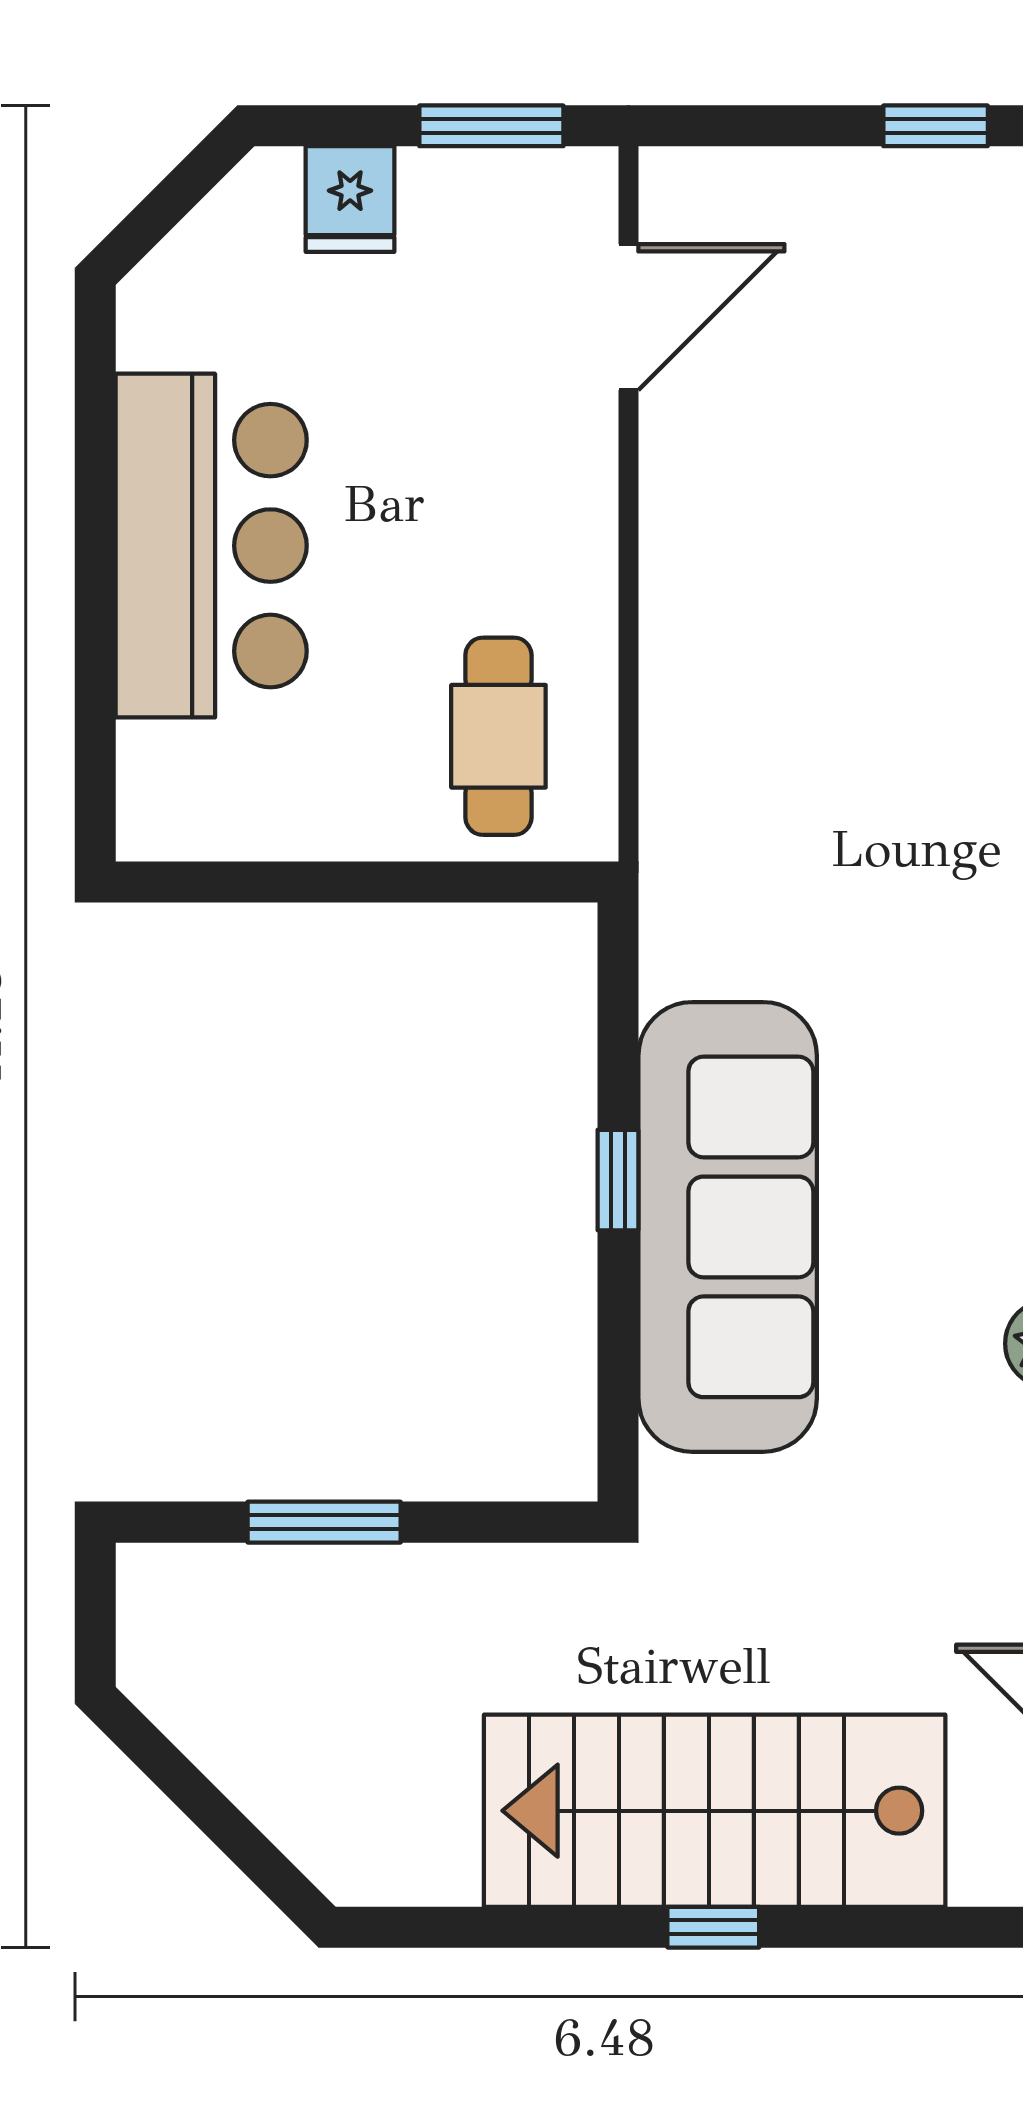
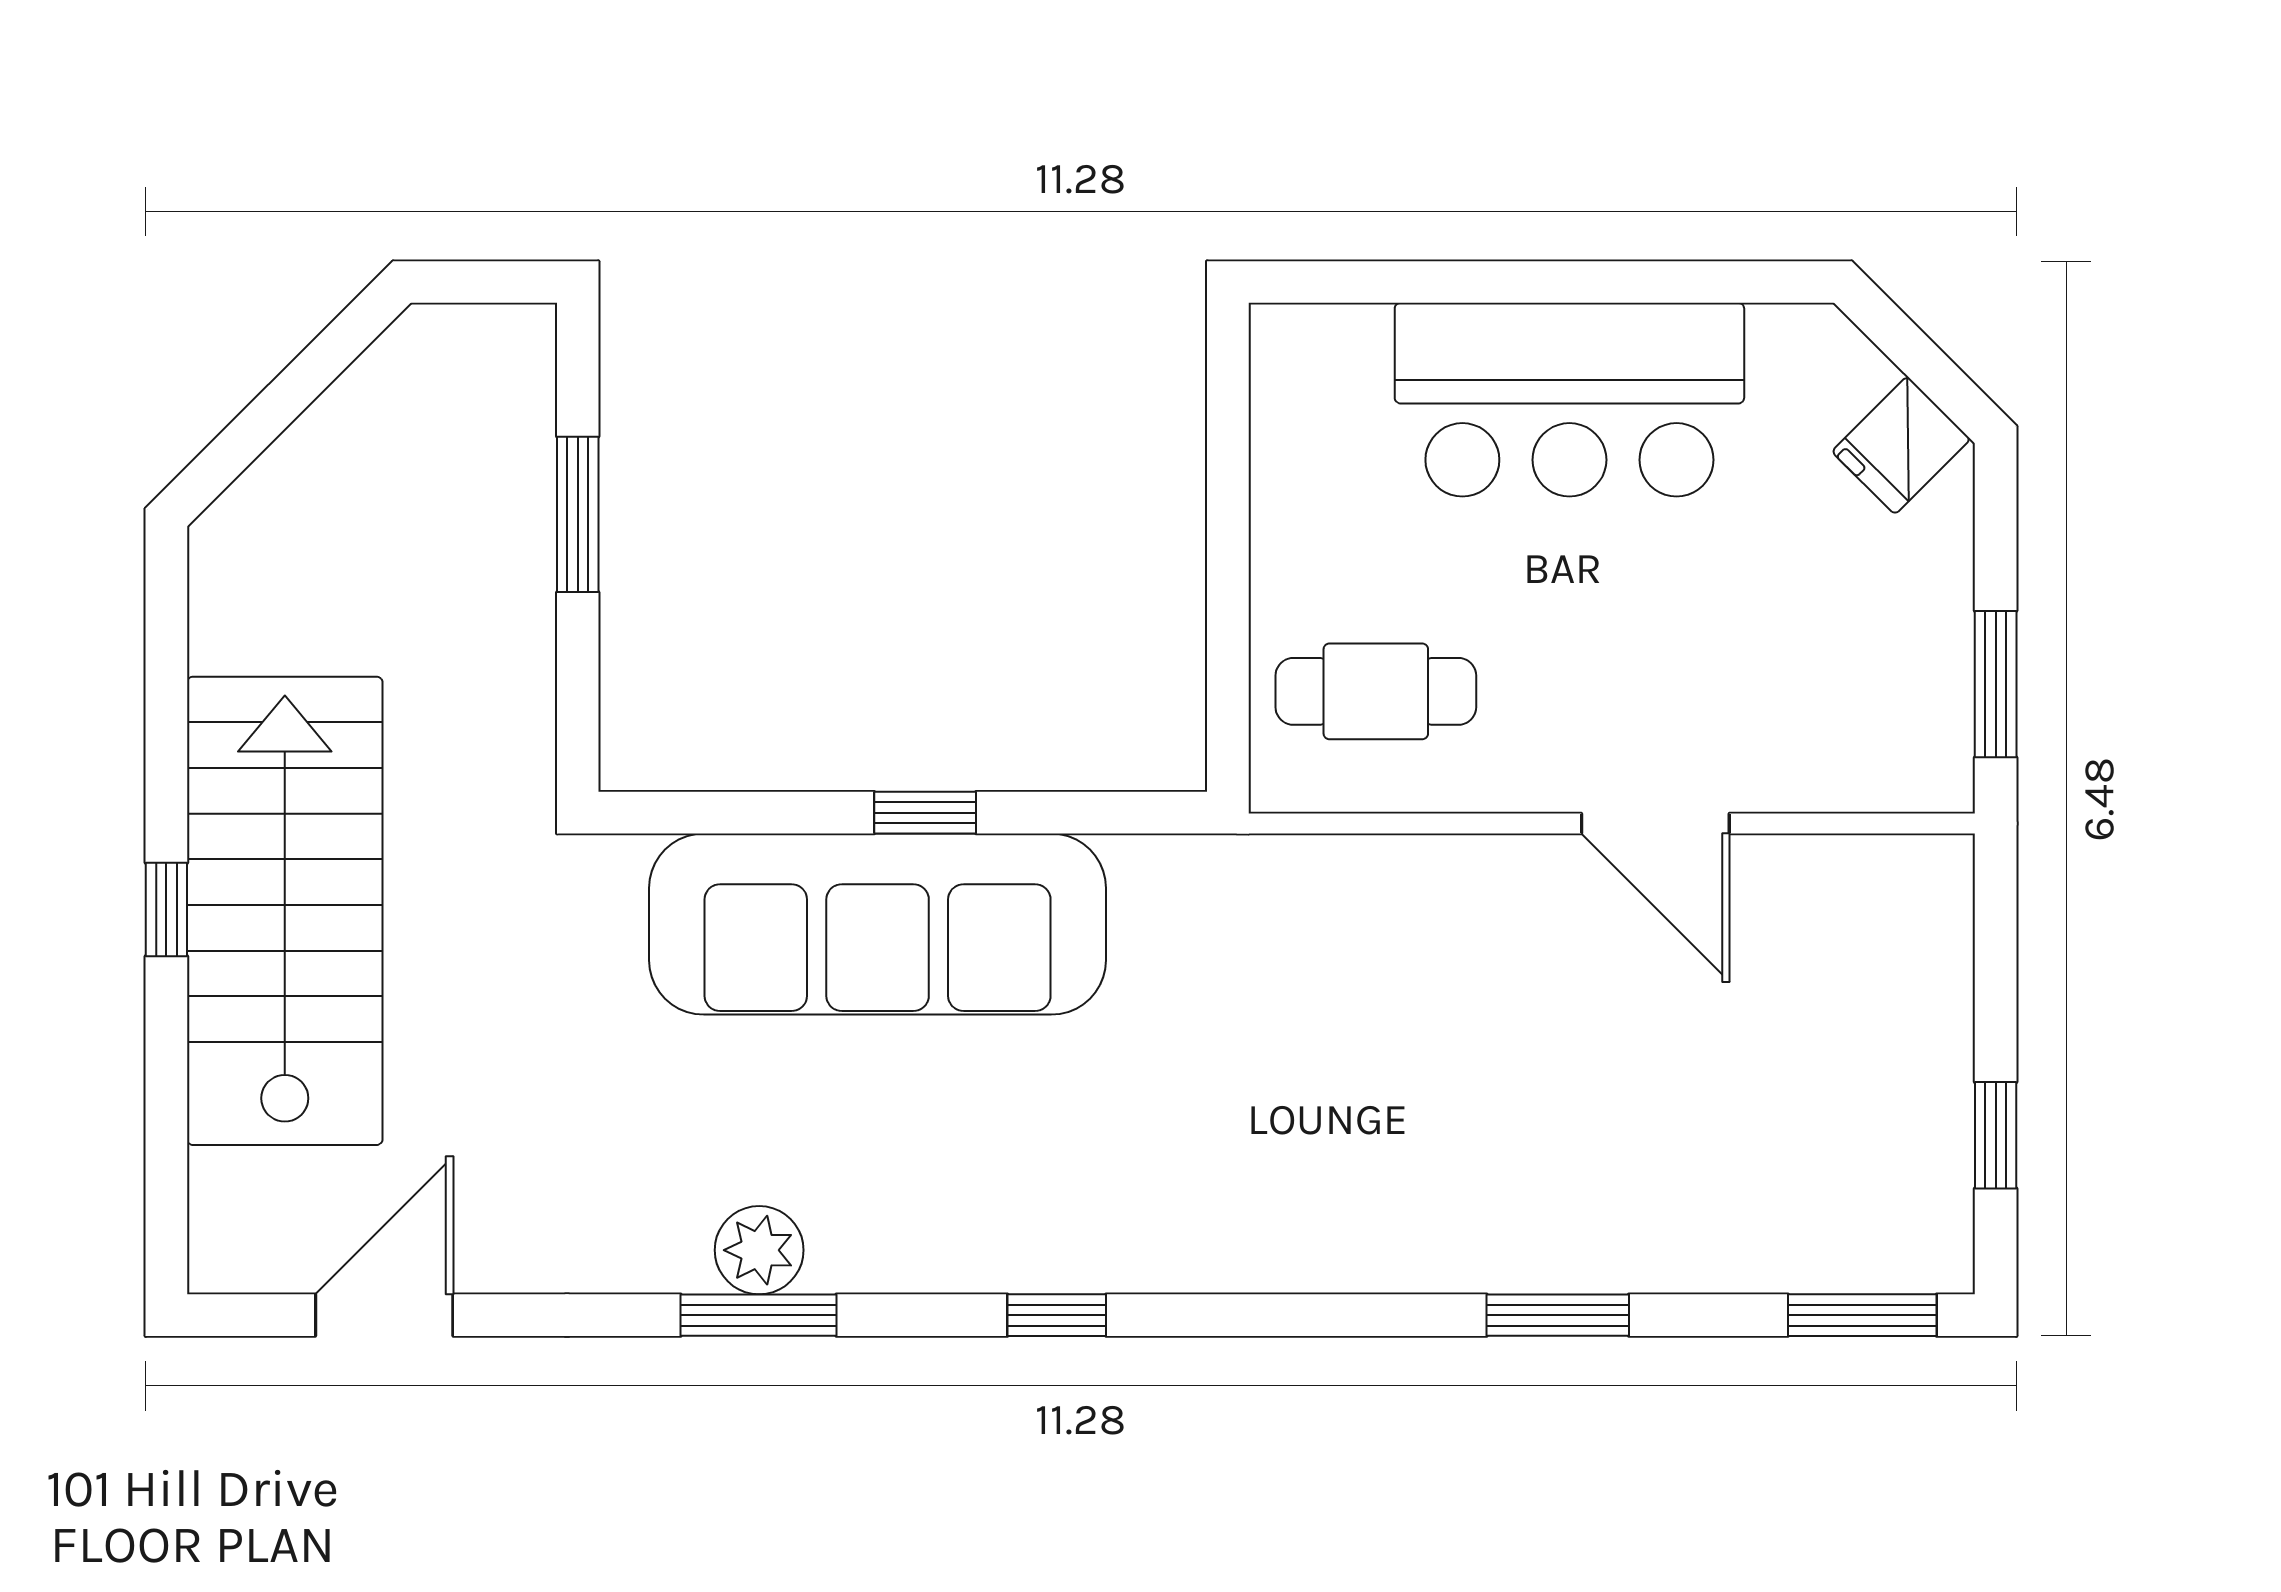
fridge: (350, 199) -> (1901, 445), moved, turned -45
door: (629, 317) -> (1655, 823), moved

